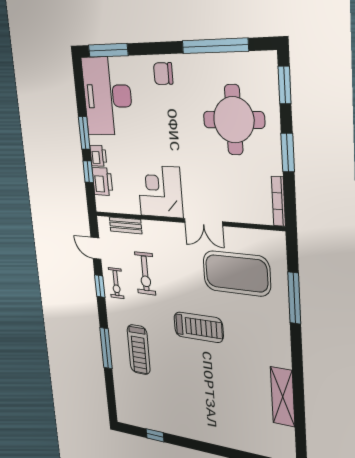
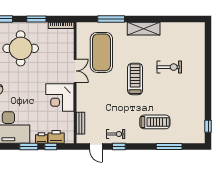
door: (96, 248) -> (96, 146), hinge flipped
exercise bike: (145, 273) -> (169, 67), moved
window: (106, 348) -> (169, 146), moved
shelving: (283, 397) -> (144, 29), moved
window: (155, 435) -> (208, 126), moved

